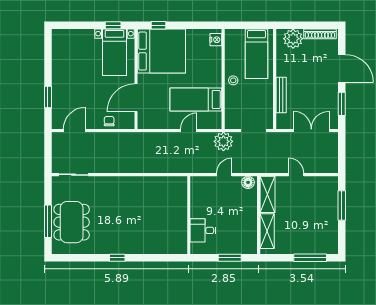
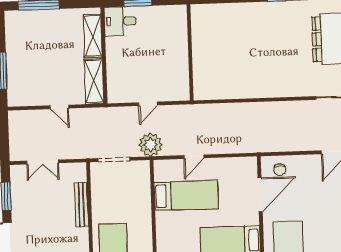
stool: (233, 80) -> (141, 220), removed
chair: (109, 121) -> (280, 170), moved
double door: (311, 131) -> (43, 162), width x0.73
floor lamp: (248, 182) -> (118, 95), removed
desk: (203, 230) -> (120, 21), moved, turned 180

